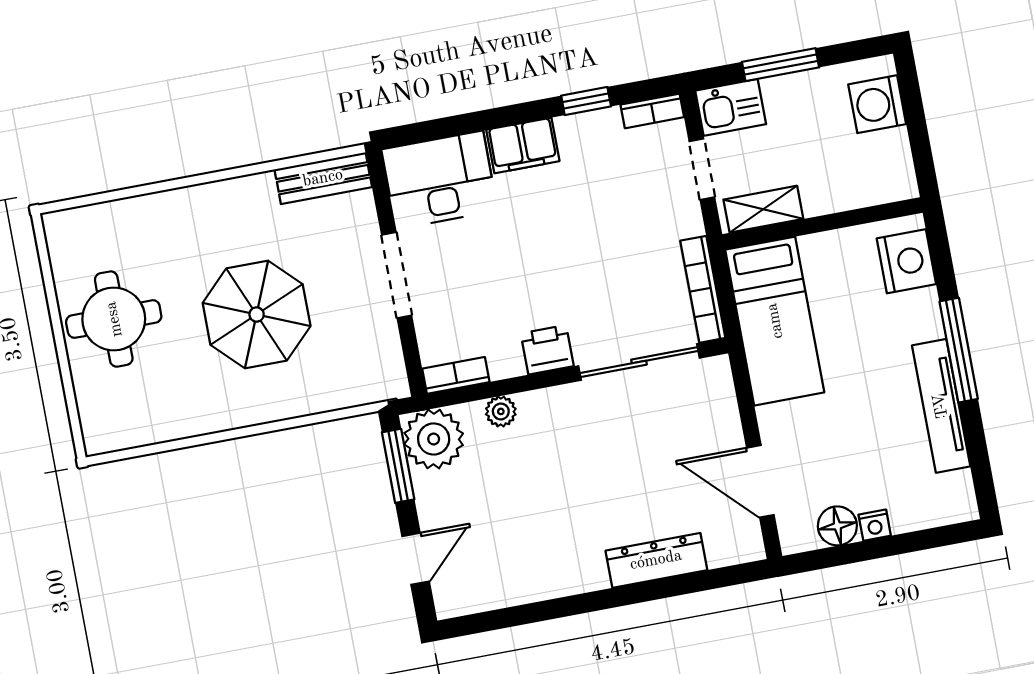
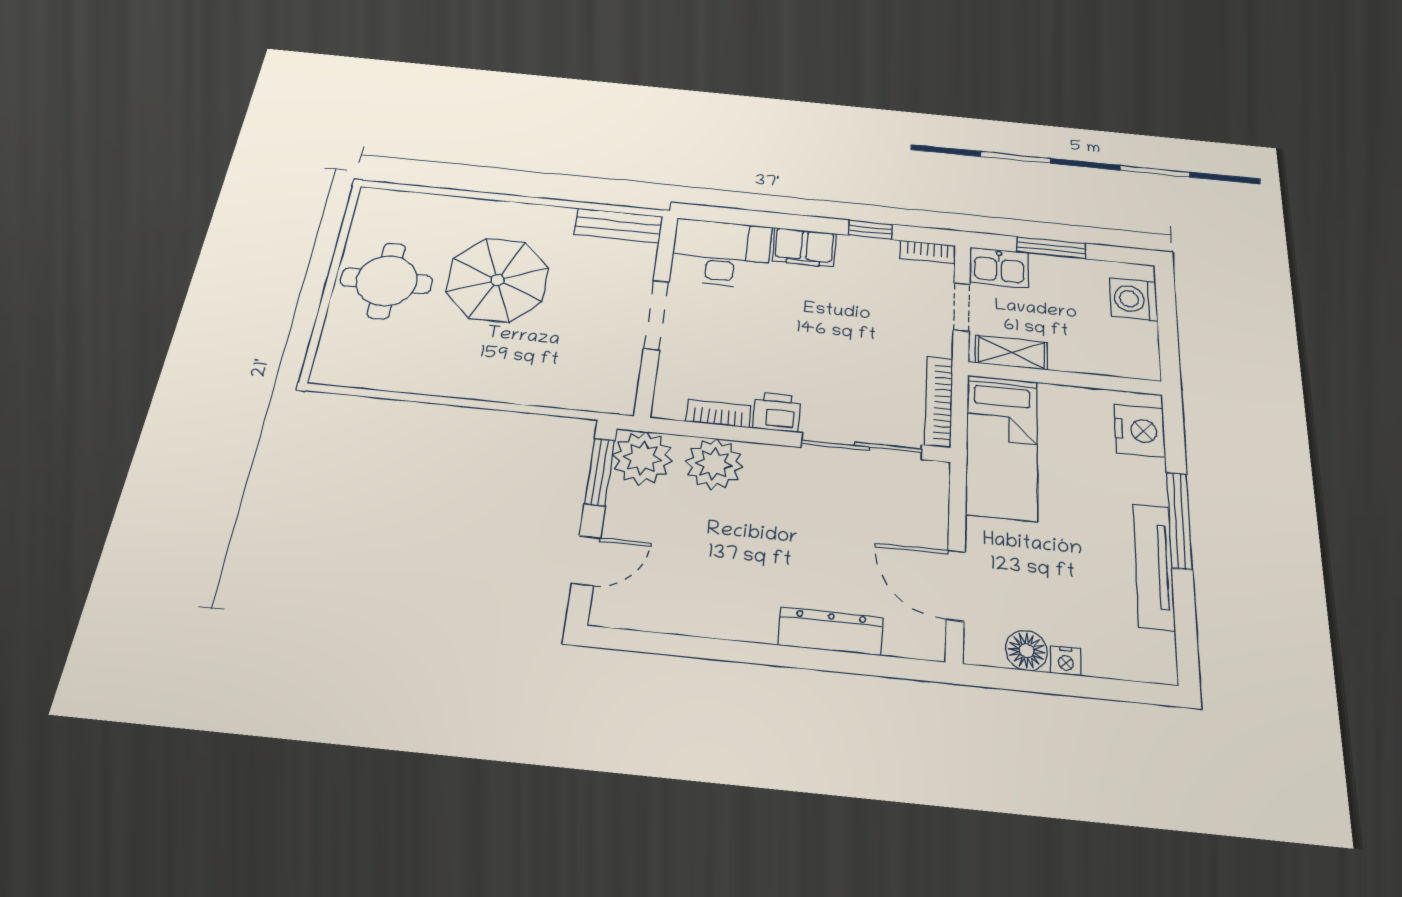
parasol: (257, 315) -> (497, 280), moved
bookcase: (456, 375) -> (719, 414), moved
plant: (501, 411) -> (714, 464), width x1.88, depth x1.88

